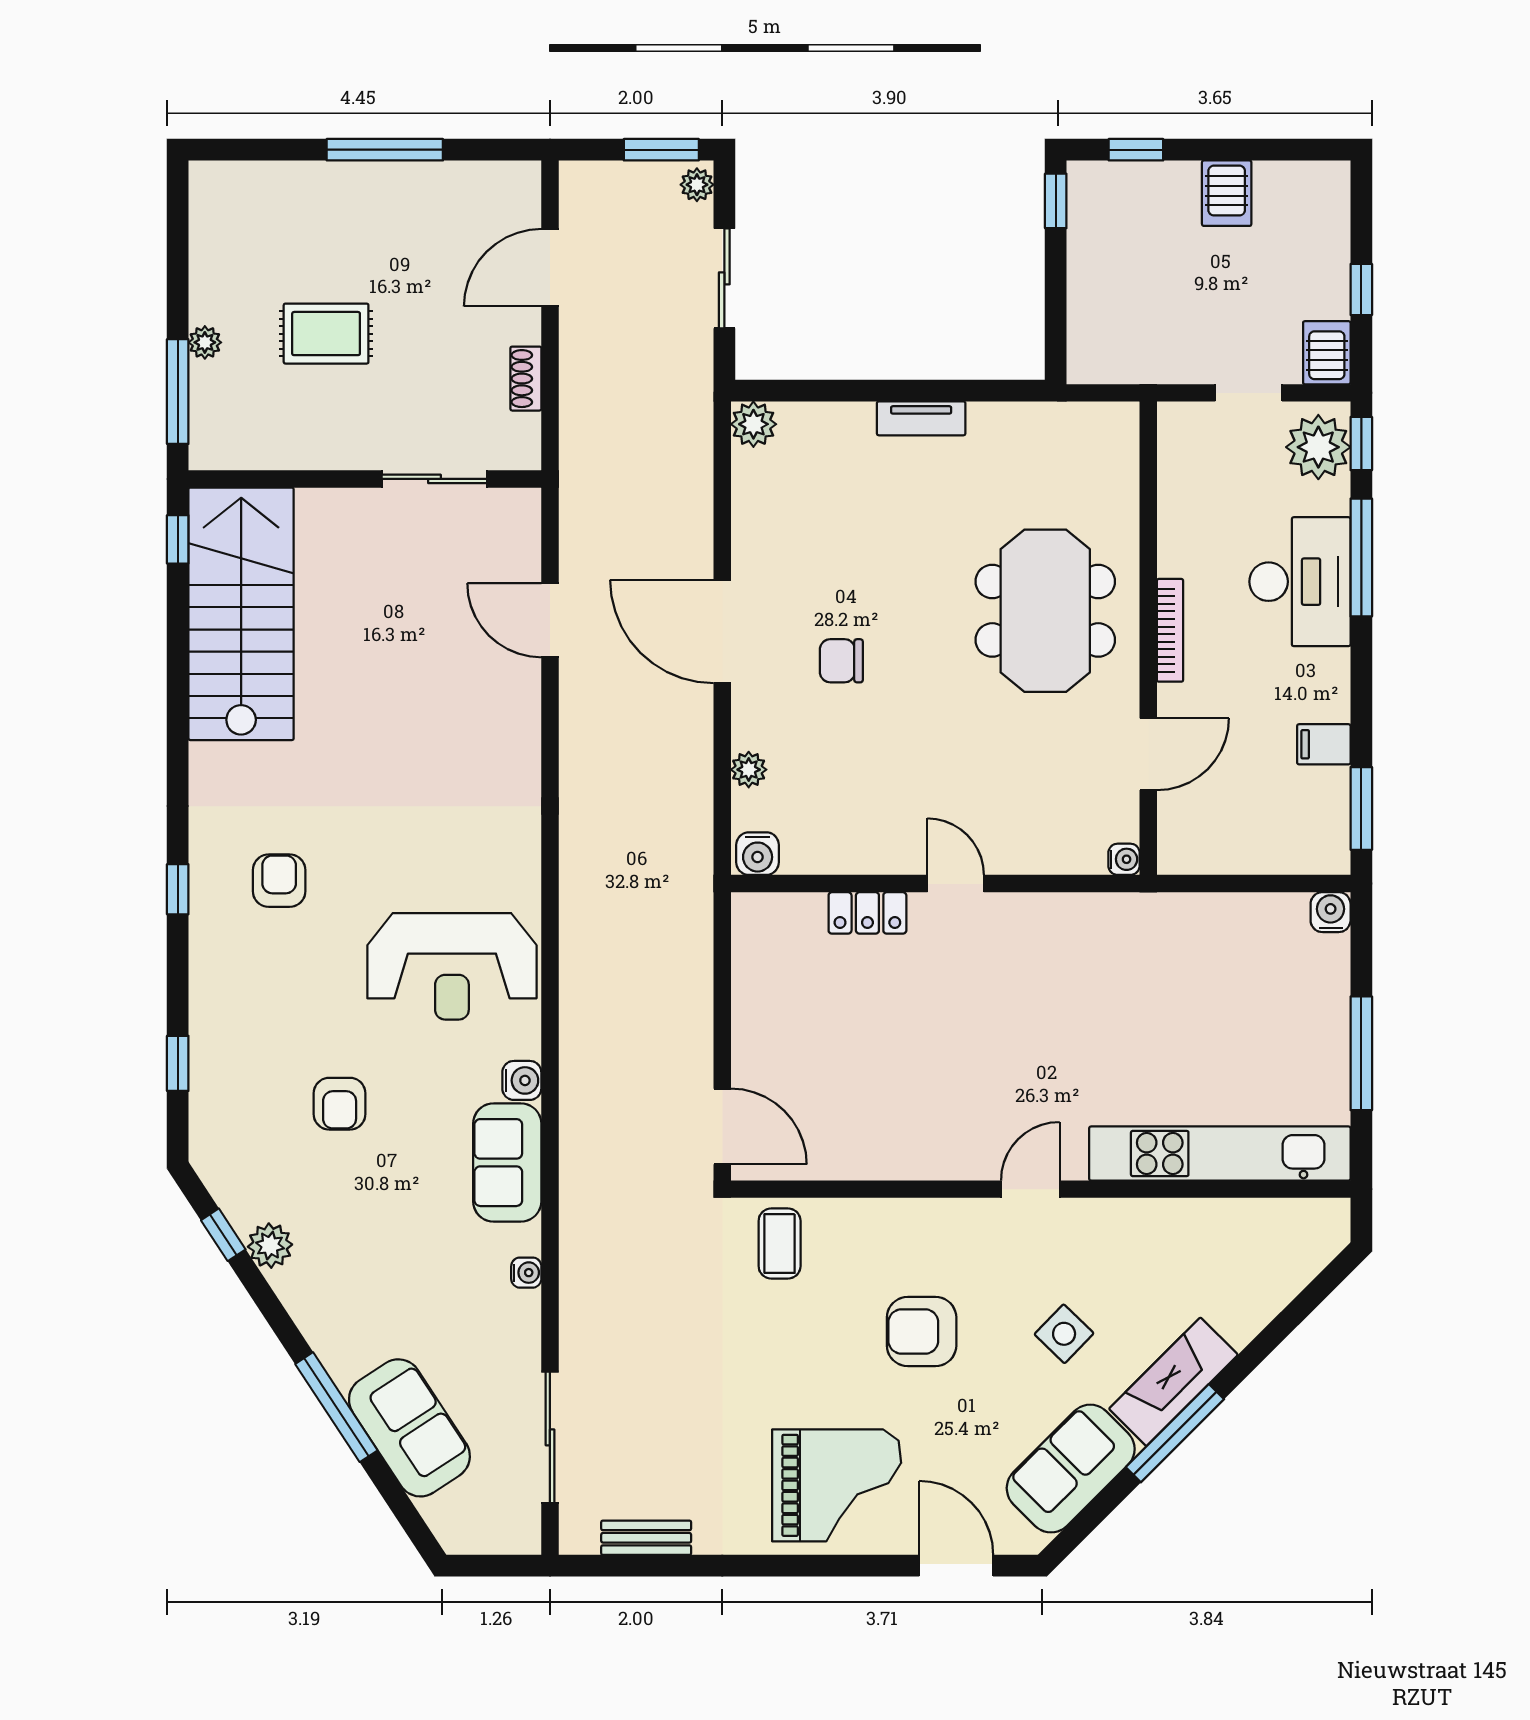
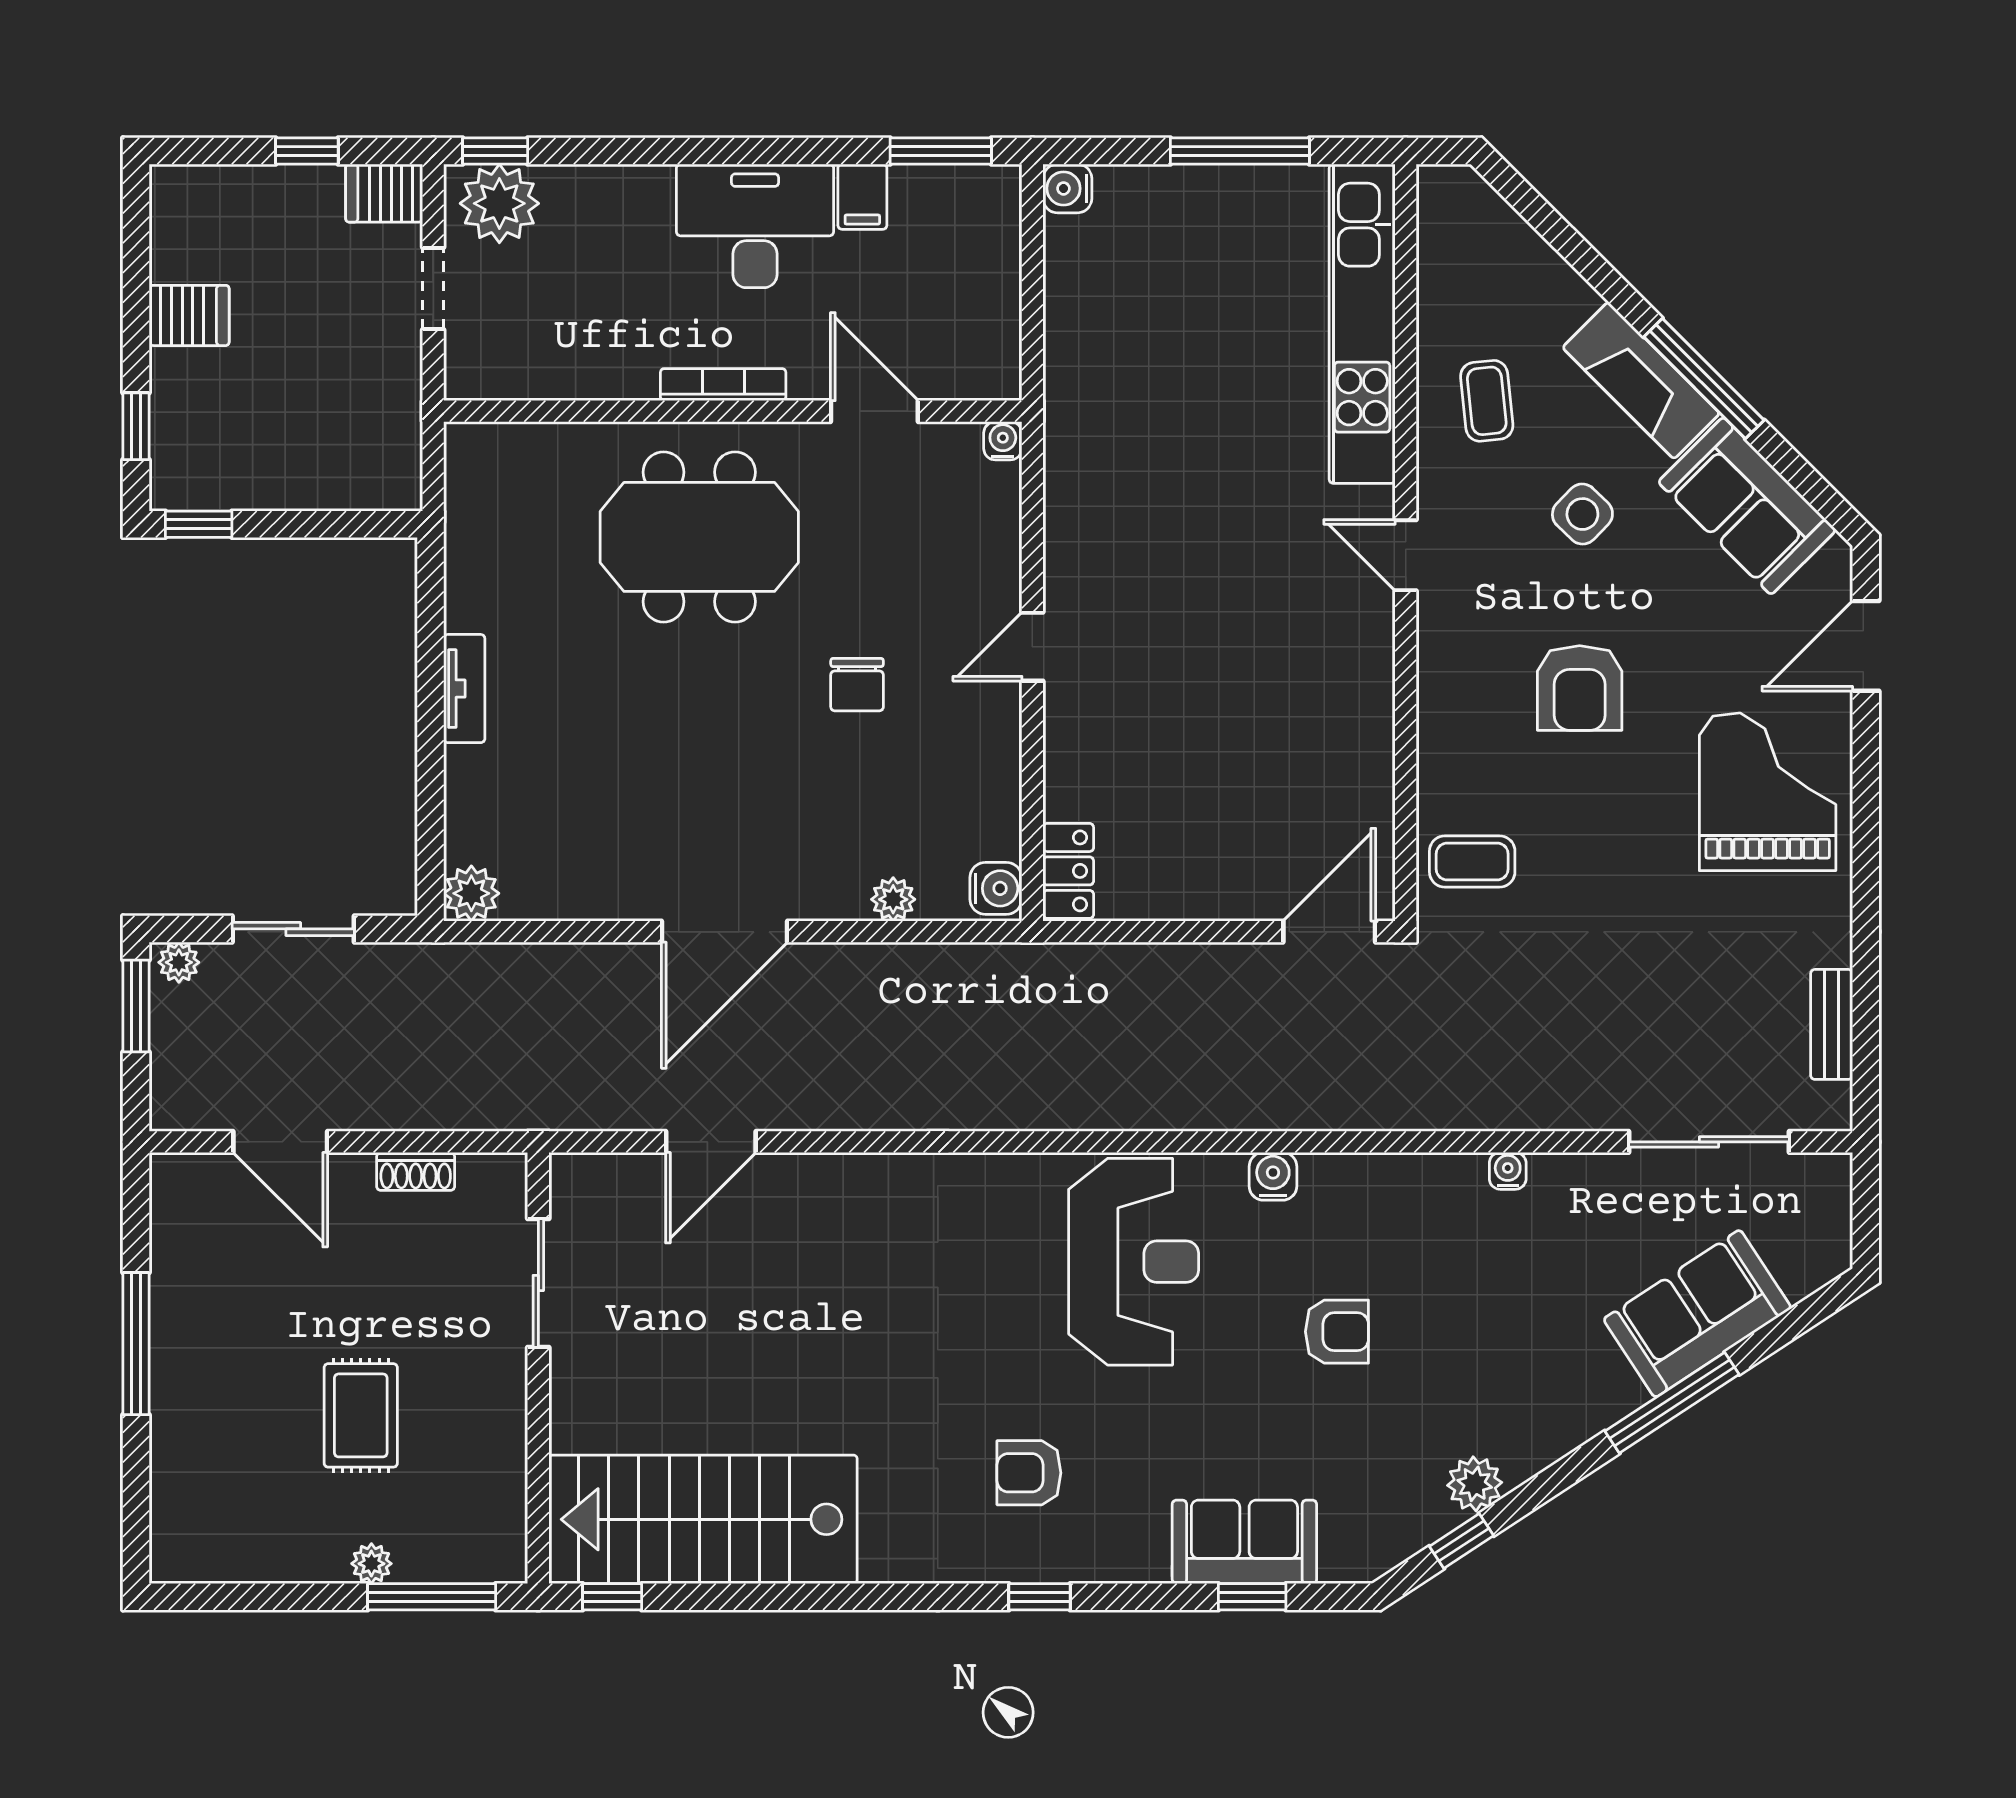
window: (1361, 558) -> (634, 151), removed
desk: (1300, 582) -> (755, 226), moved
chair: (841, 661) -> (857, 685), moved
locker: (867, 913) -> (1068, 871), moved
armchair: (340, 1104) -> (1337, 1332), moved
sofa: (507, 1163) -> (1244, 1542), moved, turned 180
coffee table: (1157, 1255) -> (1487, 401), added

